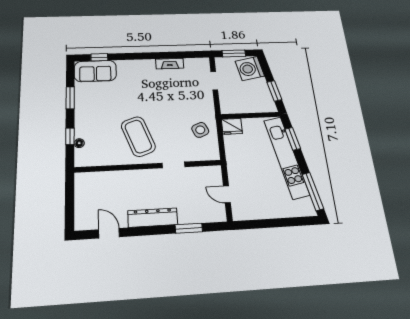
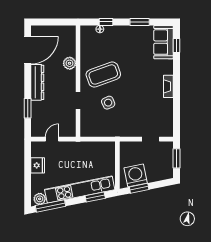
fireplace: (170, 64) -> (168, 86), moved
washing machine: (250, 69) -> (136, 175), moved
fridge: (232, 126) -> (38, 165), moved, turned 180
side table: (200, 130) -> (108, 103), moved
plant: (125, 178) -> (70, 63), added
plant: (306, 205) -> (40, 199), added
door: (109, 233) -> (28, 50), width x1.88

